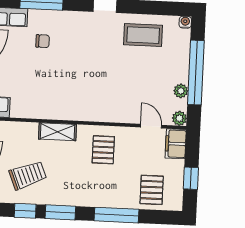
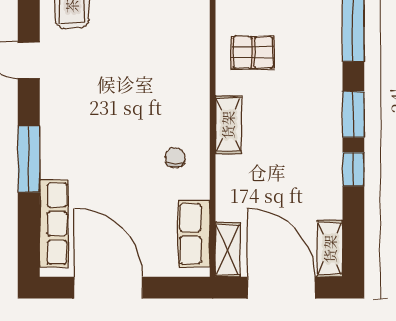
chair: (43, 41) -> (175, 158), moved
trolley: (28, 175) -> (298, 168), removed

